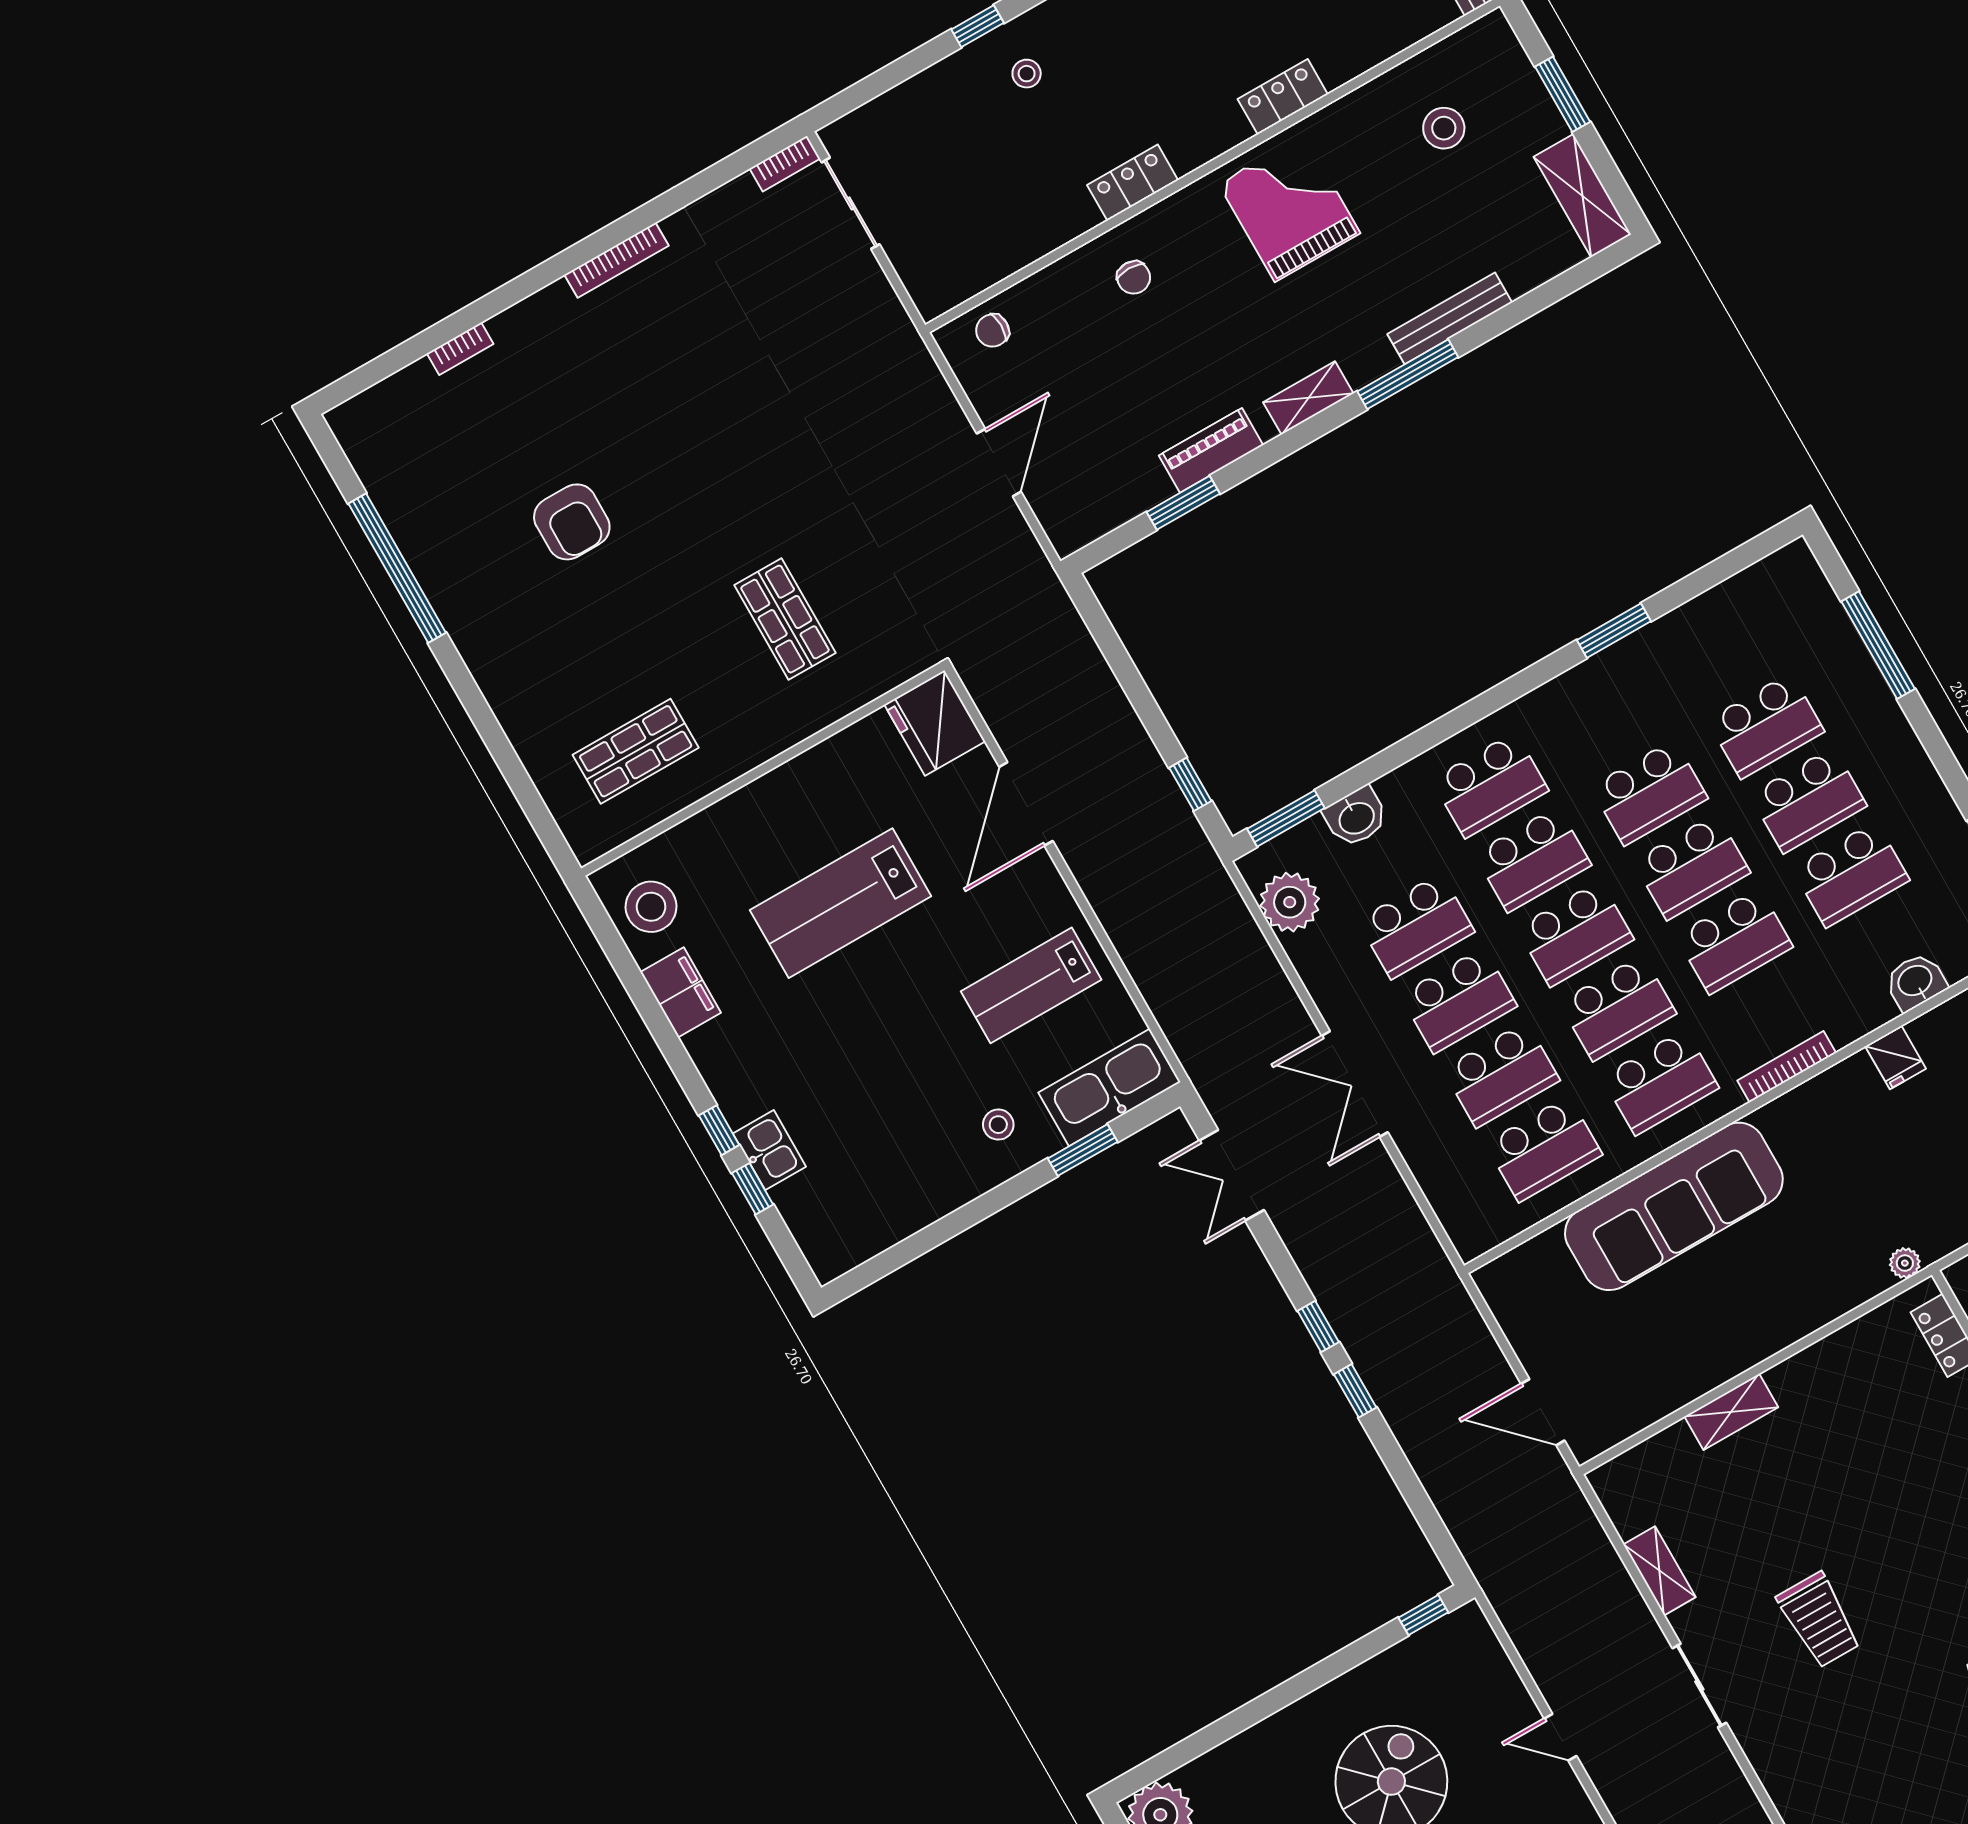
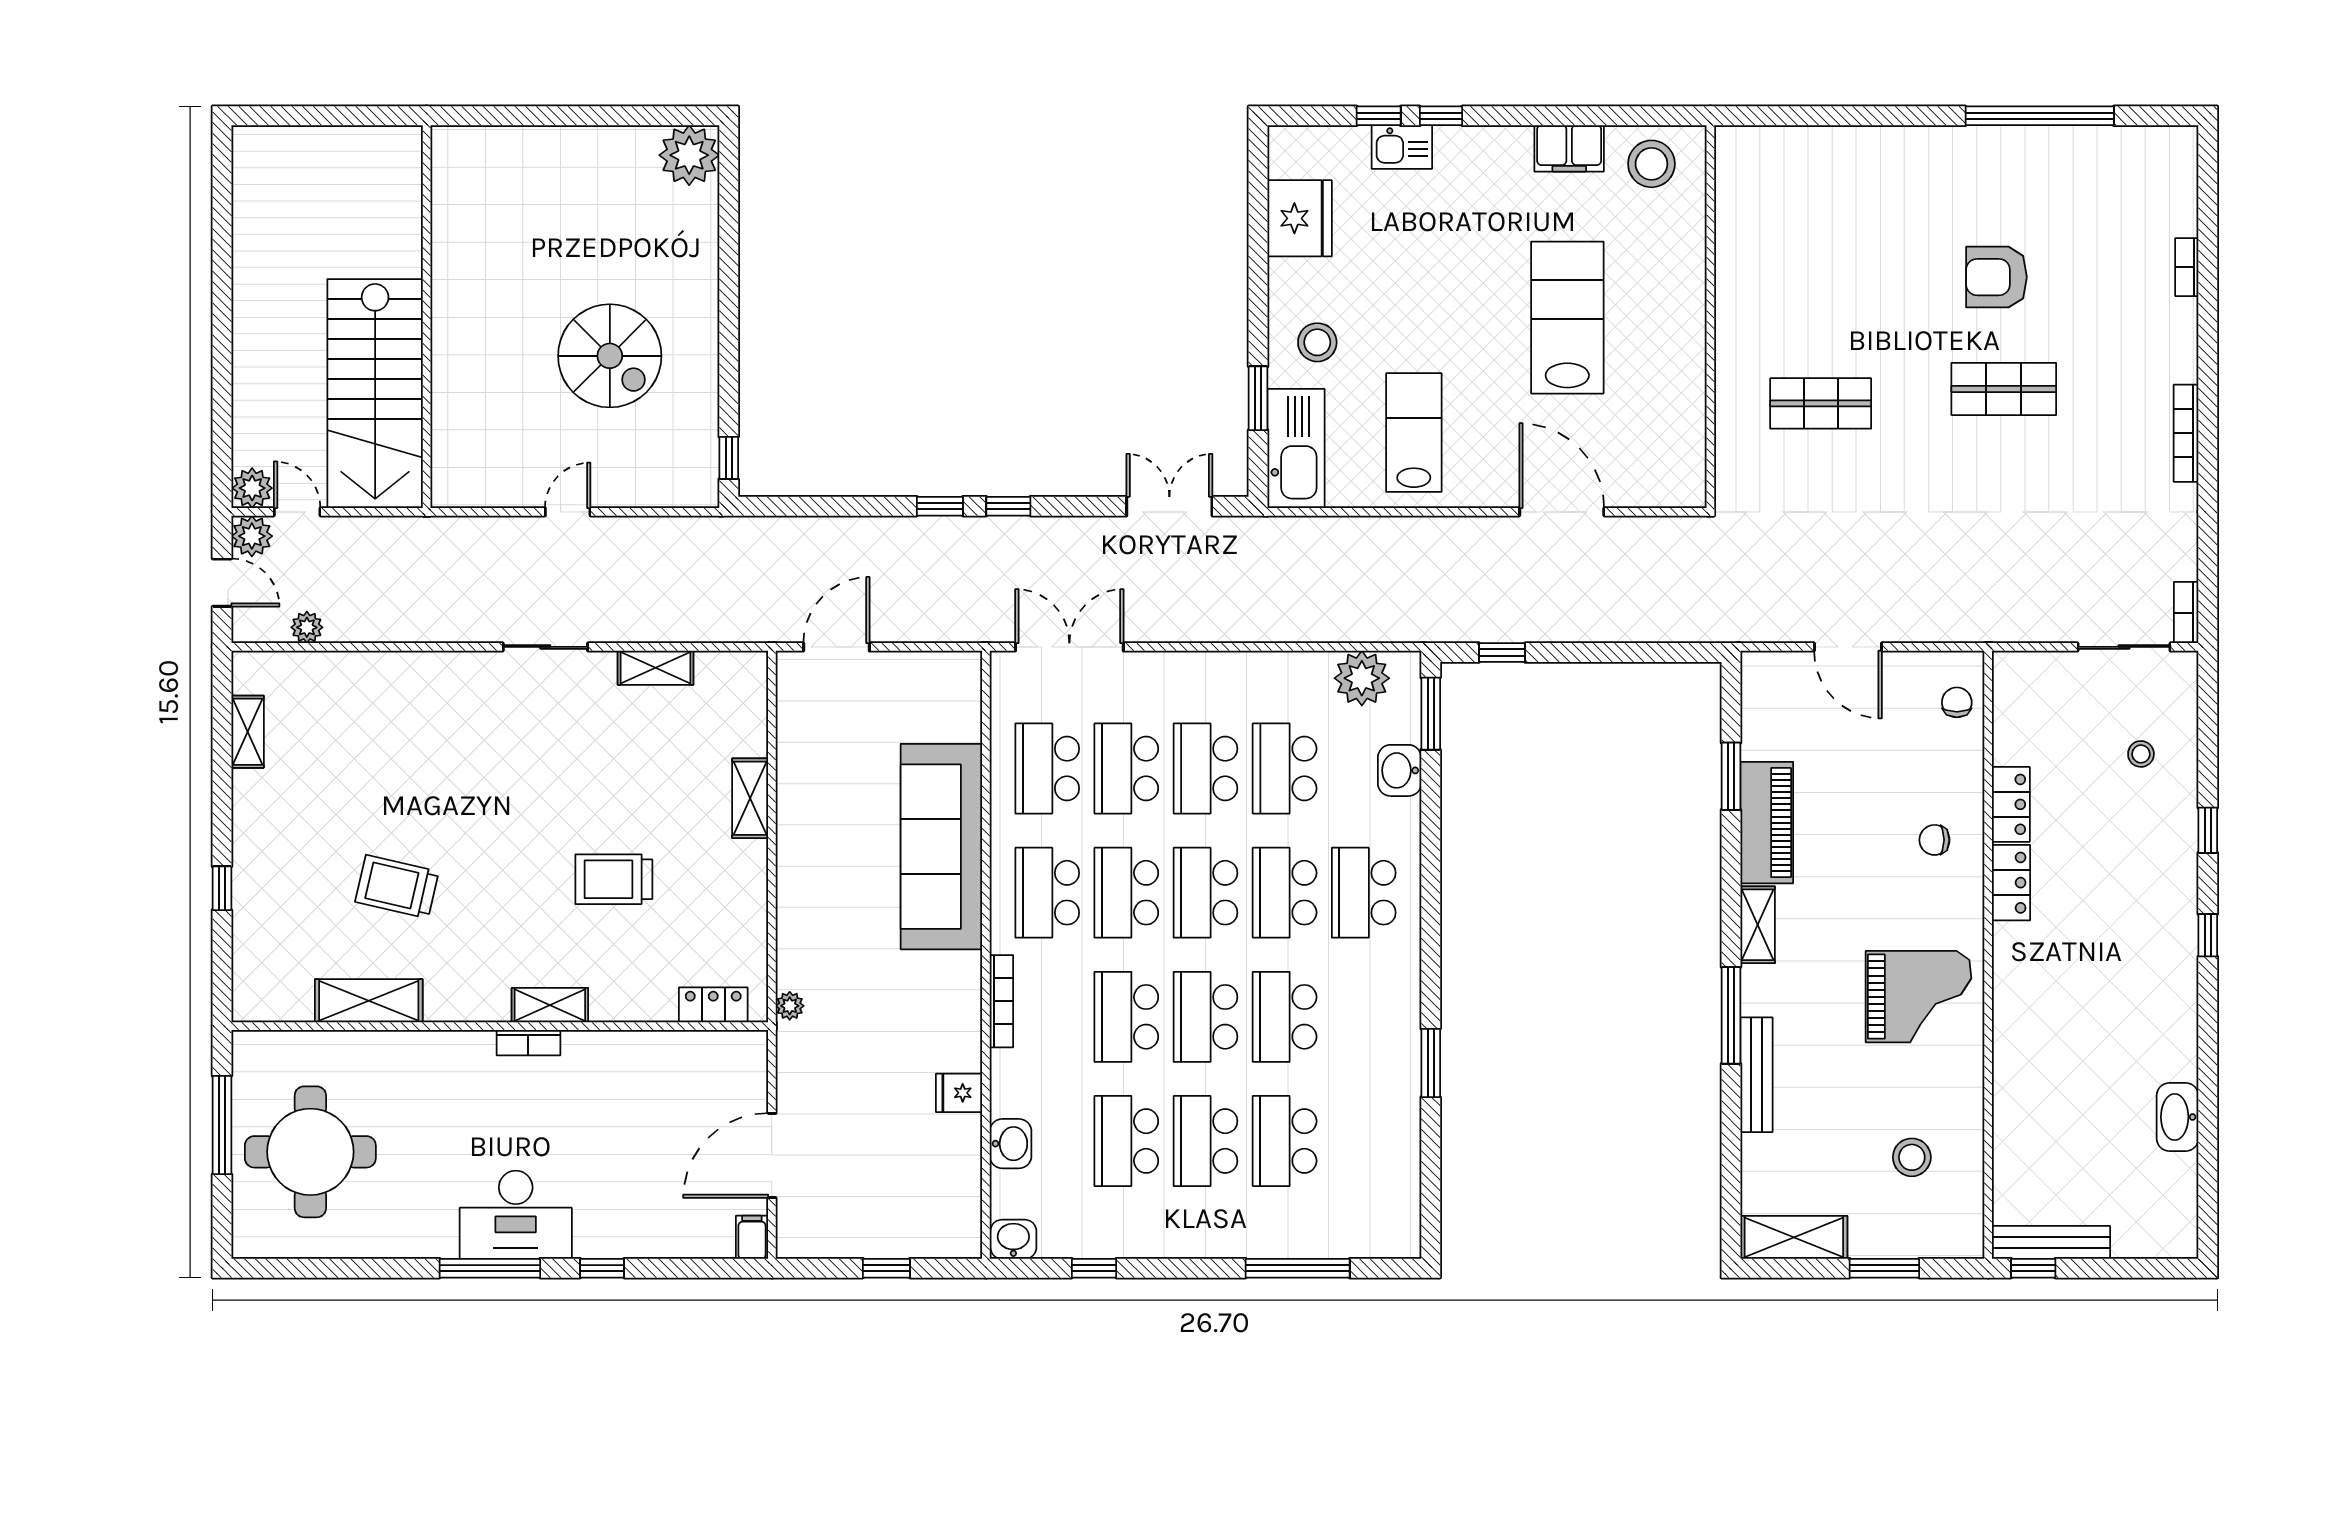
stool: (1027, 74) -> (2141, 754), moved
locker: (1283, 97) -> (2011, 804), moved
piano: (1211, 450) -> (1767, 823), width x1.37, depth x1.33
fridge: (935, 723) -> (1300, 218), moved, turned 90
shop shelf: (636, 751) -> (2004, 389), moved, turned 90
double door: (1355, 1084) -> (1069, 647), moved
stool: (998, 1125) -> (1317, 342), width x1.37, depth x1.37
trolley: (1819, 1620) -> (614, 879), moved

